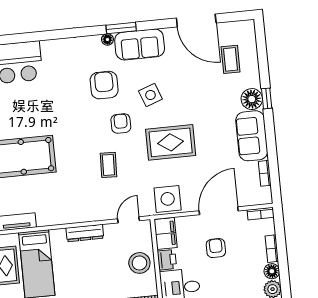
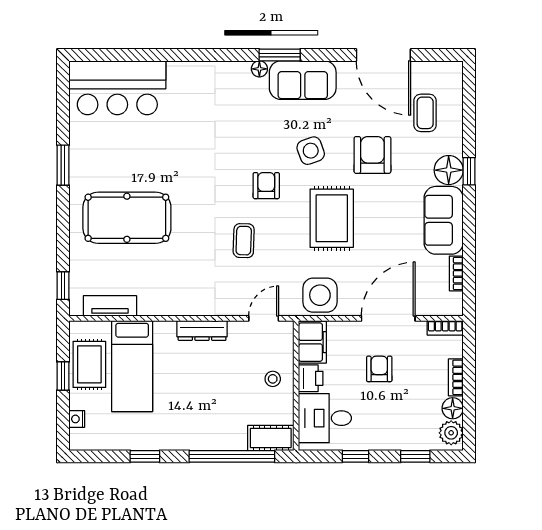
armchair: (104, 85) -> (372, 155), moved
rug: (171, 142) -> (332, 218), turned 90
stool: (139, 263) -> (273, 379), width x0.53, depth x0.53

